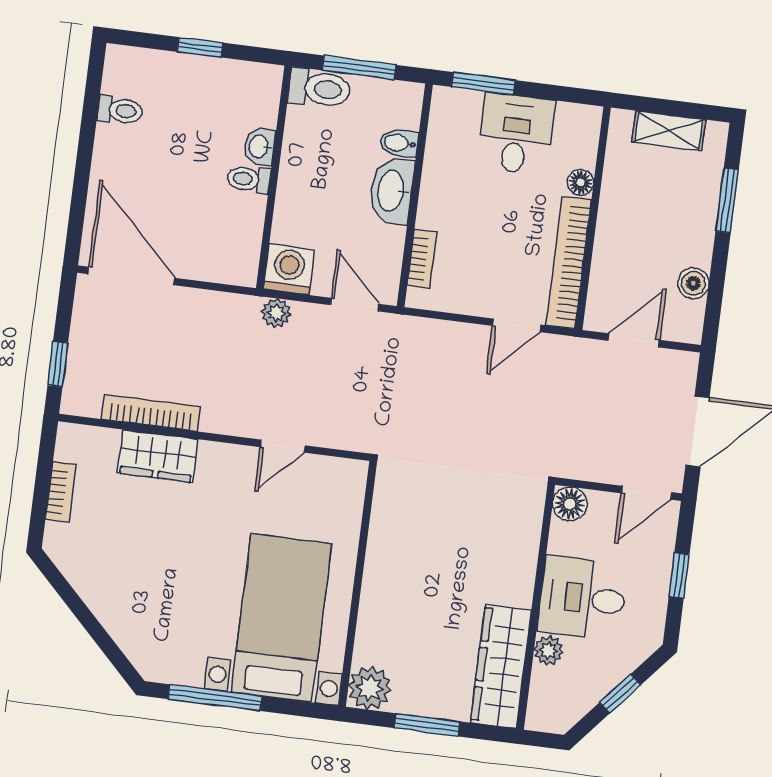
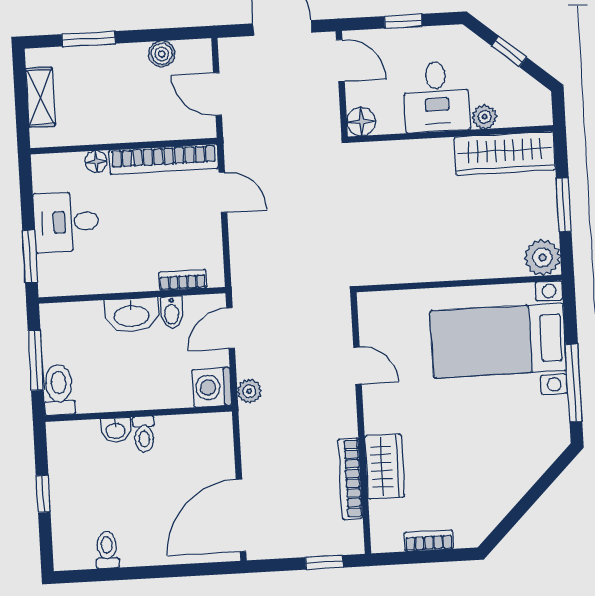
bidet: (399, 143) -> (172, 312), moved

